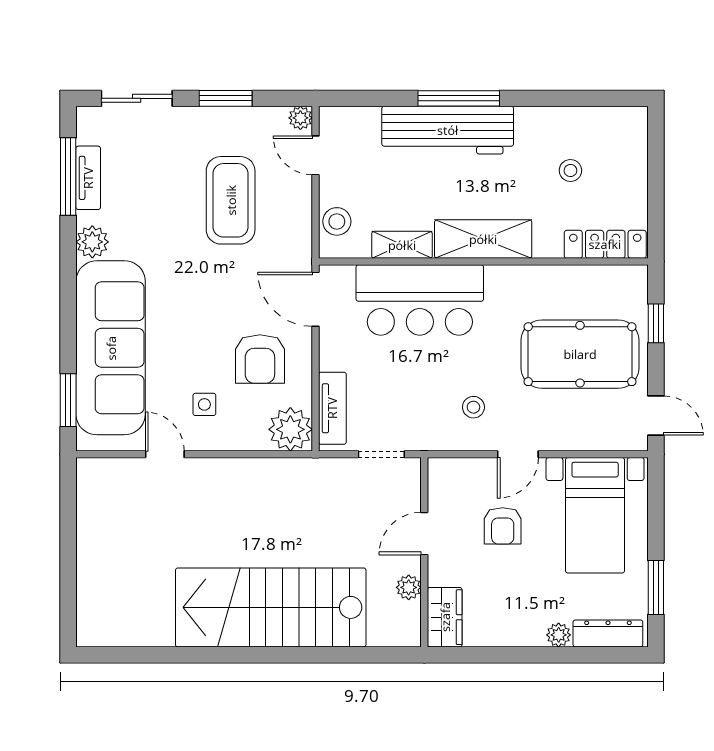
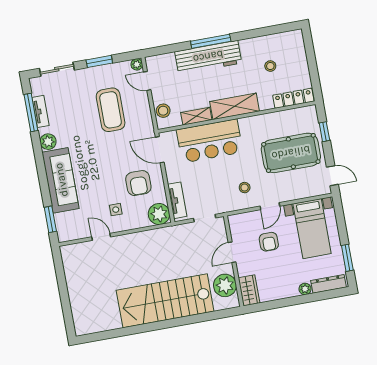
sofa: (111, 348) -> (61, 180), width x0.74, depth x0.79
plant: (409, 587) -> (225, 285), width x1.88, depth x1.88

